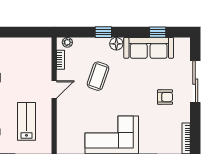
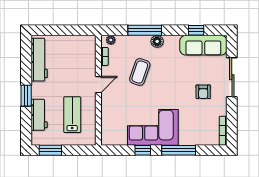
window: (103, 32) -> (145, 30), width x2.17
sofa: (149, 48) -> (203, 45), moved
armchair: (165, 97) -> (203, 92), turned 90

